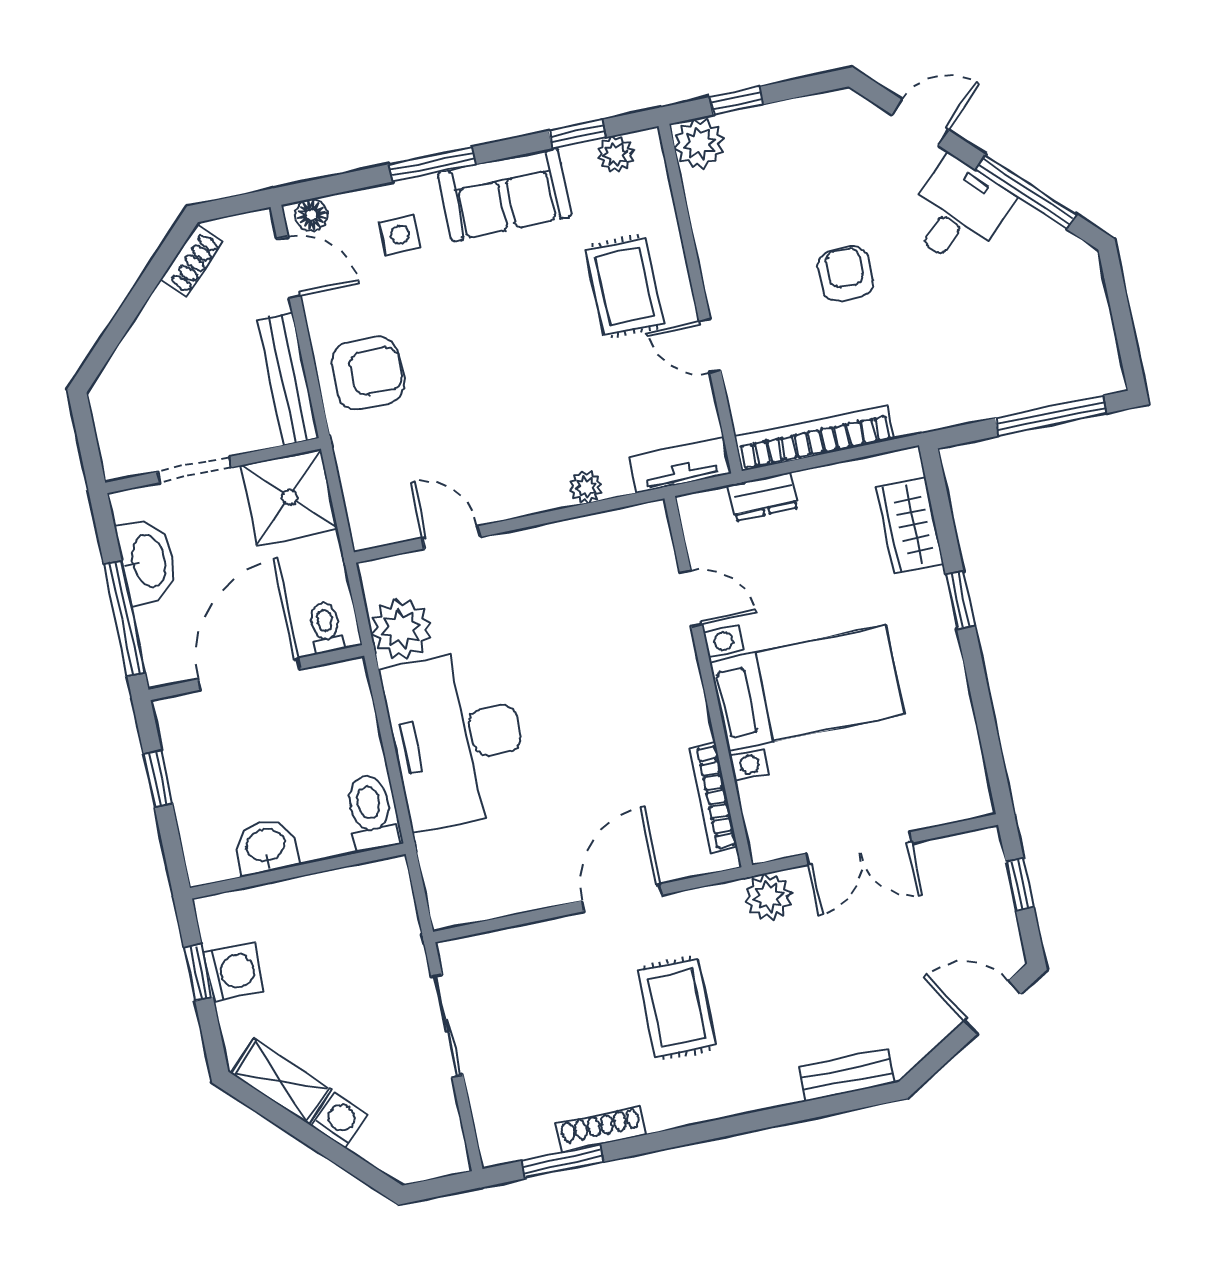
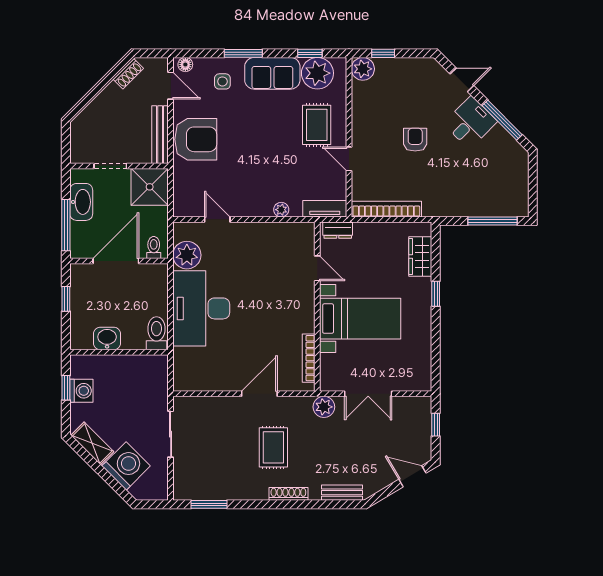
plant: (615, 154) -> (317, 73), width x1.88, depth x1.88
armchair: (368, 373) -> (196, 139), width x1.36, depth x1.36
dresser: (763, 496) -> (338, 230), moved
washing machine: (340, 1121) -> (126, 466), width x1.89, depth x1.89
shoe rack: (601, 1129) -> (288, 494), moved

